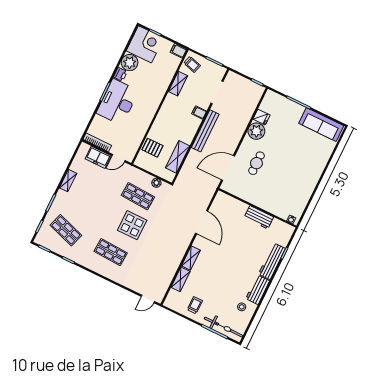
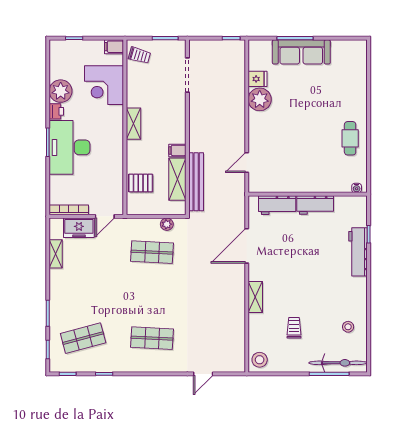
corner desk: (145, 44) -> (104, 85), moved, turned 180
shelving: (178, 84) -> (134, 124), moved
filing cabinet: (199, 113) -> (177, 150), moved
sofa: (321, 125) -> (301, 52), moved
bench: (205, 131) -> (196, 182), moved
cafe table: (256, 163) -> (350, 138), moved
door: (228, 168) -> (247, 162), width x0.53
shelving: (68, 181) -> (56, 254), moved
door: (202, 222) -> (247, 246), swing flipped
display table: (132, 225) -> (162, 292), removed
shop shelf: (66, 230) -> (83, 338), turned -33
shelving: (181, 279) -> (255, 330), removed
workbench: (258, 290) -> (277, 205), moved, turned -90
door: (148, 299) -> (203, 374), moved
stool: (174, 300) -> (260, 360), added
trolley: (195, 305) -> (294, 328), moved

